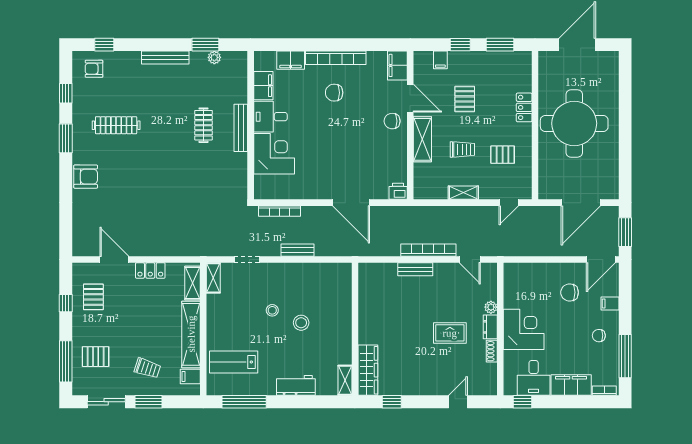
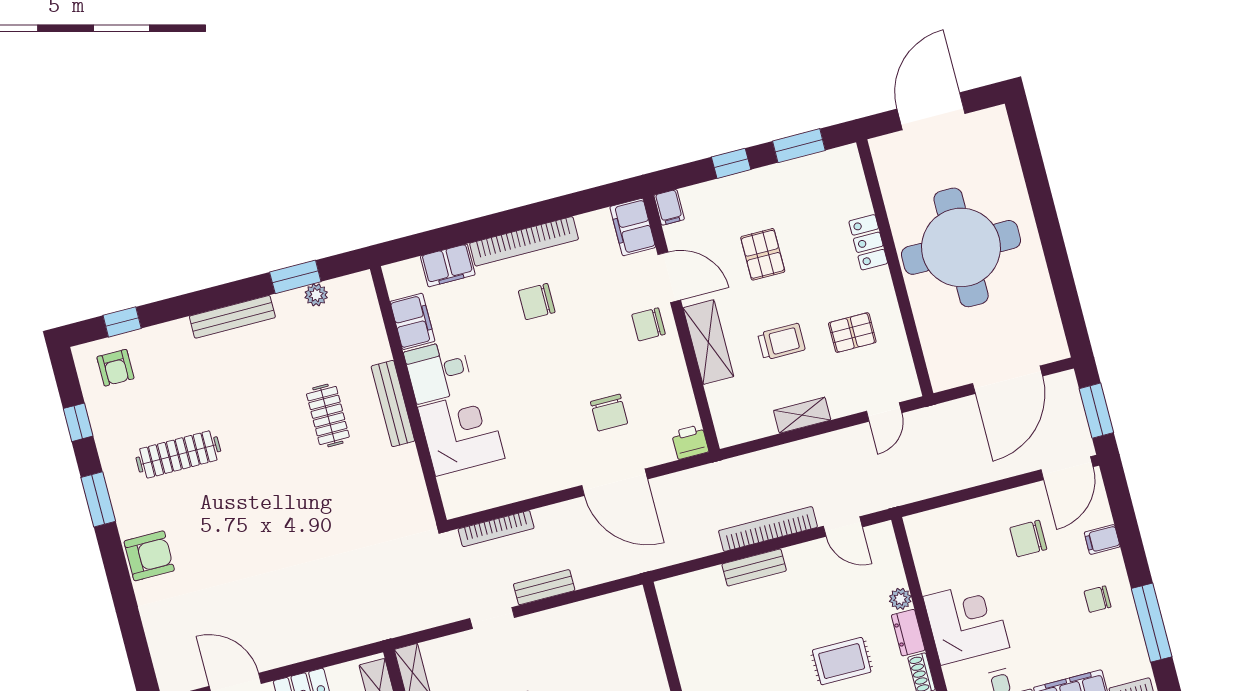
filing cabinet: (440, 60) -> (669, 207), moved
armchair: (94, 69) -> (115, 368), turned -90
chair: (358, 164) -> (609, 413), added
doorway: (247, 259) -> (492, 618), moved

